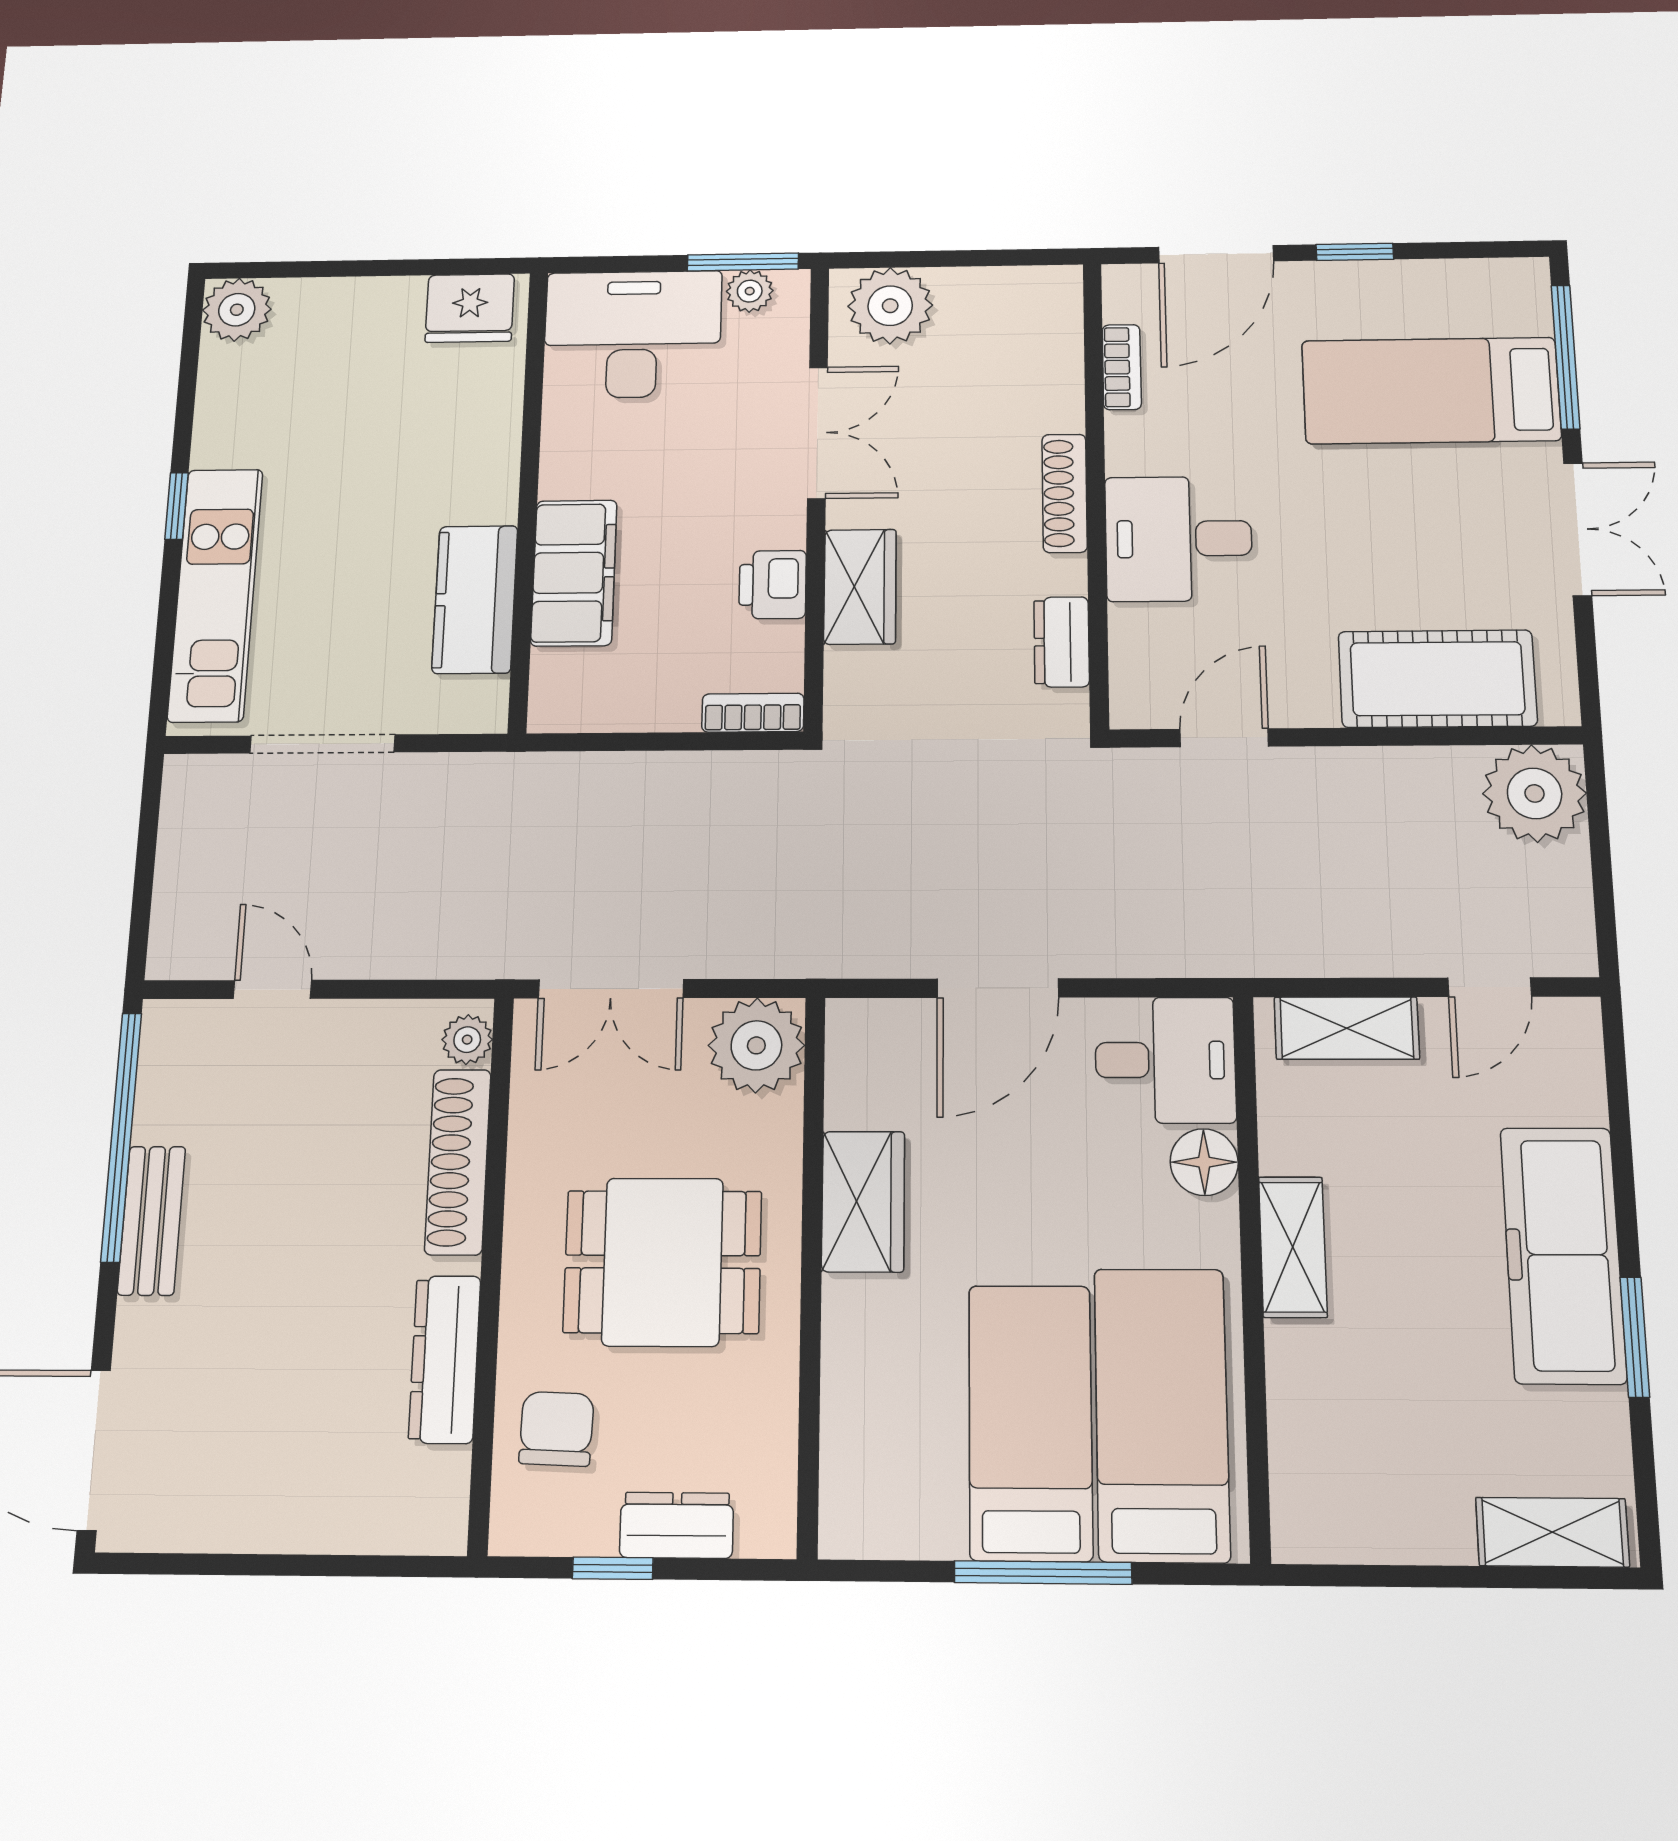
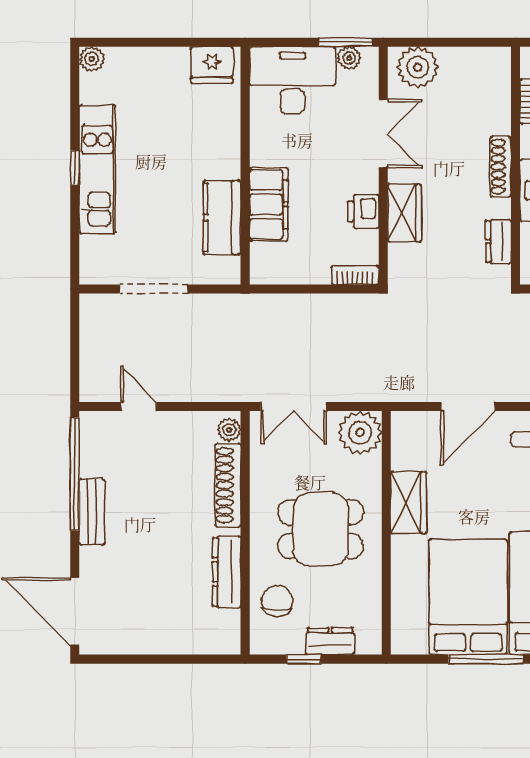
plant: (237, 310) -> (92, 59), width x0.73, depth x0.73
kitchen unit: (215, 594) -> (97, 169), moved
bed: (1030, 1422) -> (468, 597), width x1.50

